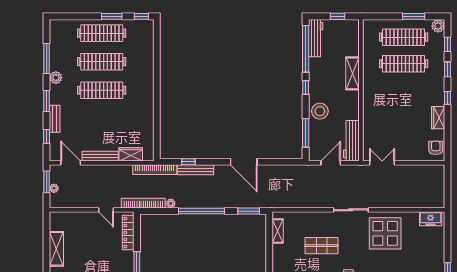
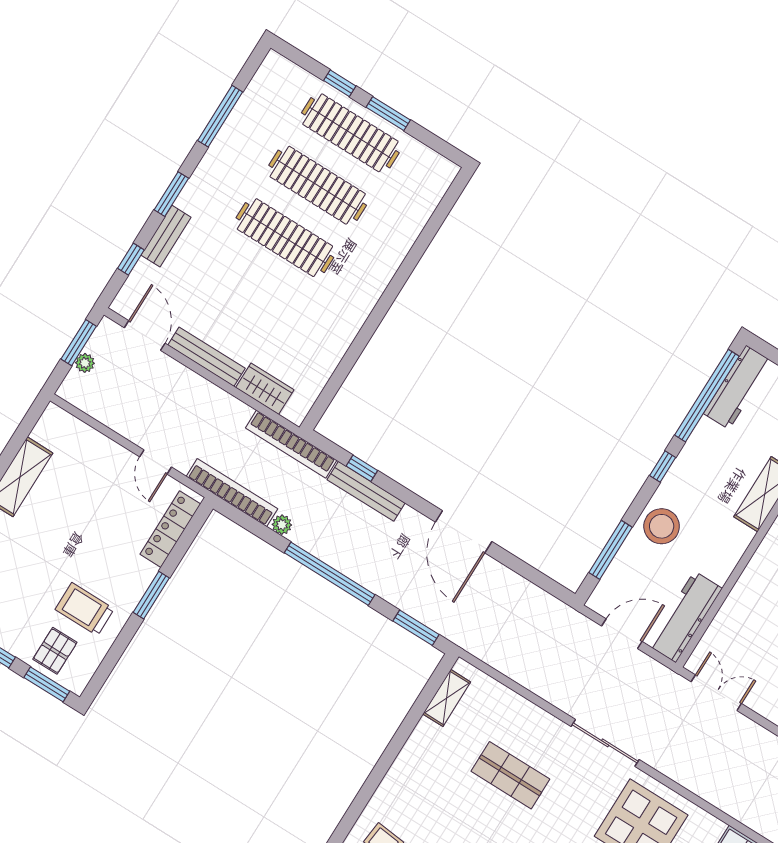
window: (141, 16) -> (340, 83), moved
plant: (56, 78) -> (215, 162), removed

